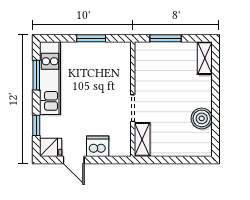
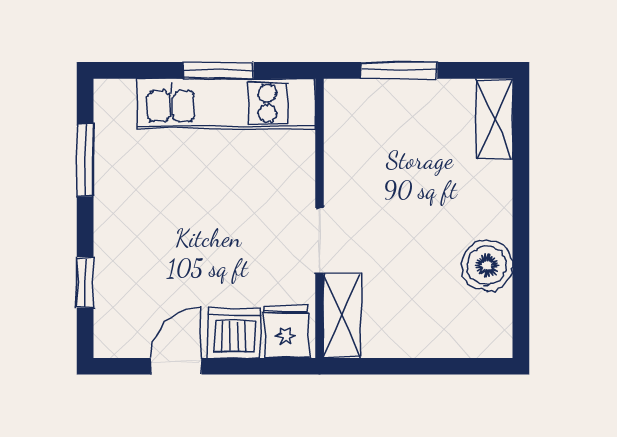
kitchen unit: (50, 78) -> (226, 104), moved, turned 90
fridge: (51, 147) -> (286, 332), moved, turned -90
door: (74, 160) -> (176, 366), swing flipped

